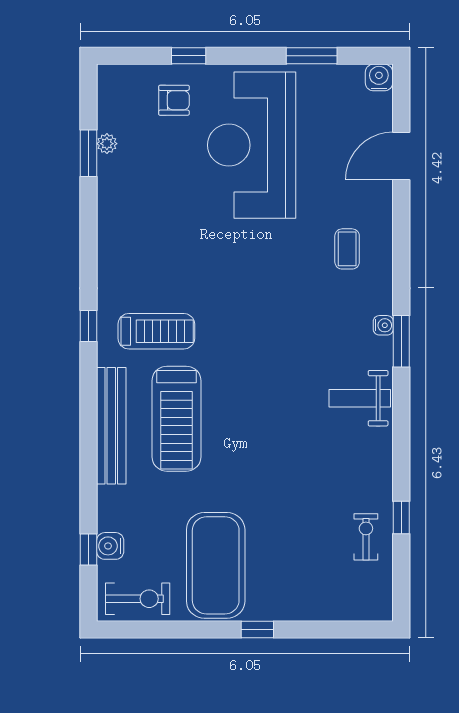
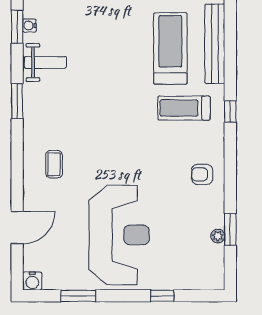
armchair: (174, 100) -> (202, 174), moved
water cooler: (383, 325) -> (29, 26), moved
window: (401, 450) -> (17, 27), added

